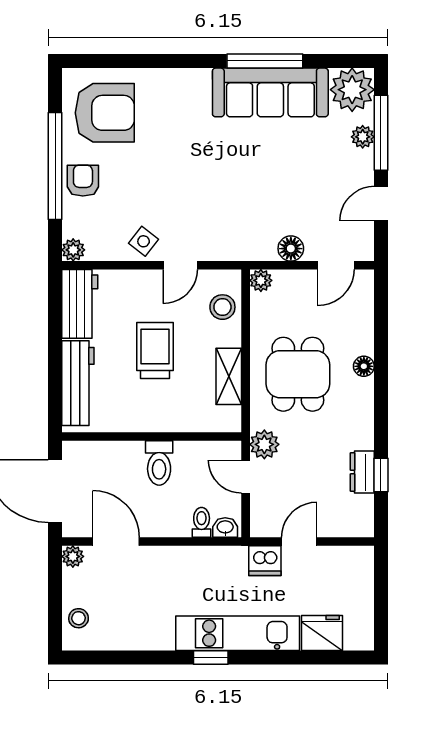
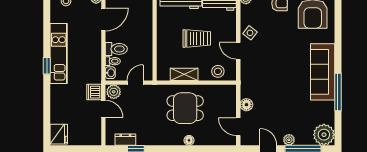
sofa: (270, 92) -> (323, 72), moved
plant: (363, 137) -> (289, 140), moved
plant: (261, 280) -> (231, 90), removed
plant: (264, 444) -> (114, 92), moved
toilet: (159, 463) -> (116, 49), moved, turned 180
dresser: (362, 472) -> (125, 140), moved
kitchen unit: (238, 633) -> (59, 54), moved
fridge: (322, 633) -> (59, 134), moved

